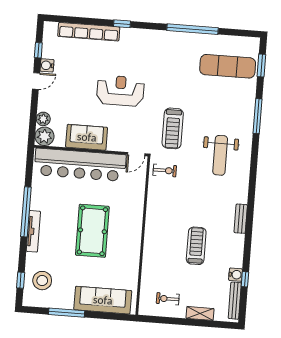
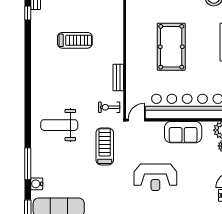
weight bench: (220, 155) -> (59, 125), turned -90
bench: (241, 219) -> (118, 77), moved
treadmill: (196, 246) -> (75, 40), turned -90
water cooler: (236, 275) -> (37, 184), moved

